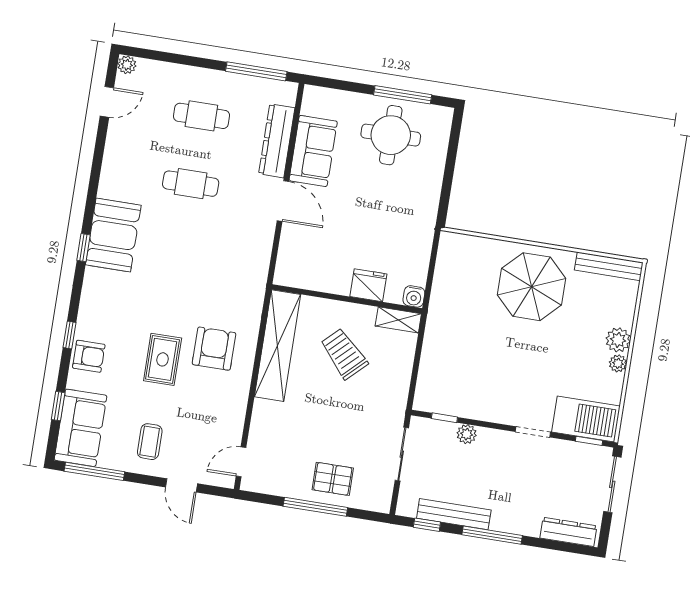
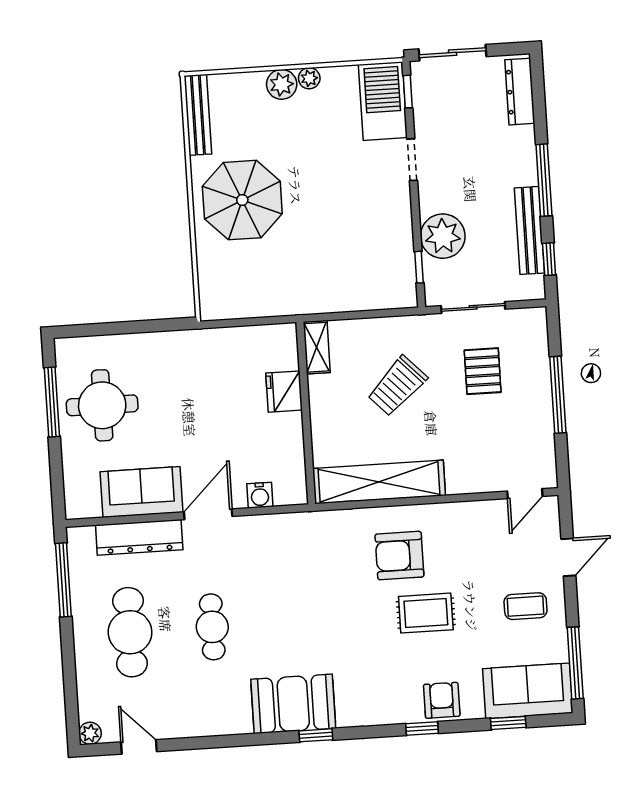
cafe table: (201, 116) -> (130, 632), width x1.37, depth x1.35
water cooler: (414, 296) -> (260, 495), moved, turned 90
trolley: (344, 354) -> (397, 386), moved
plant: (467, 434) -> (443, 236), width x1.87, depth x1.87
door: (241, 462) -> (525, 494), hinge flipped
pallet: (333, 479) -> (483, 371), moved

